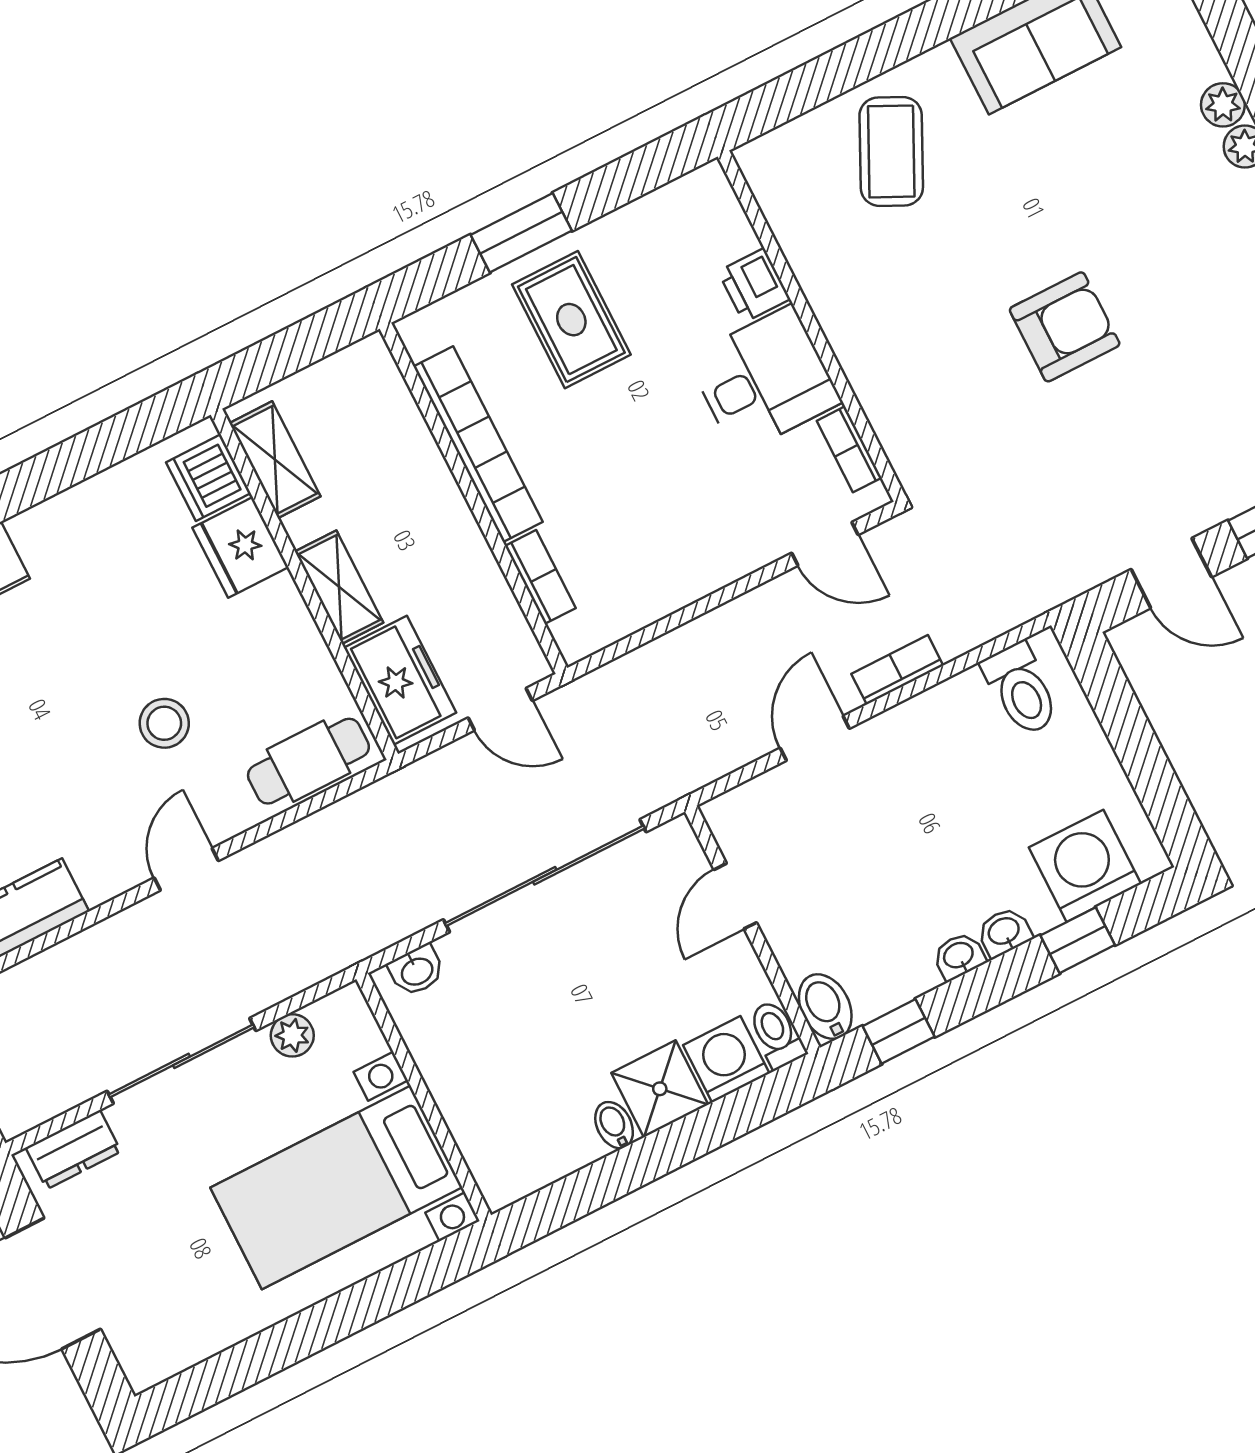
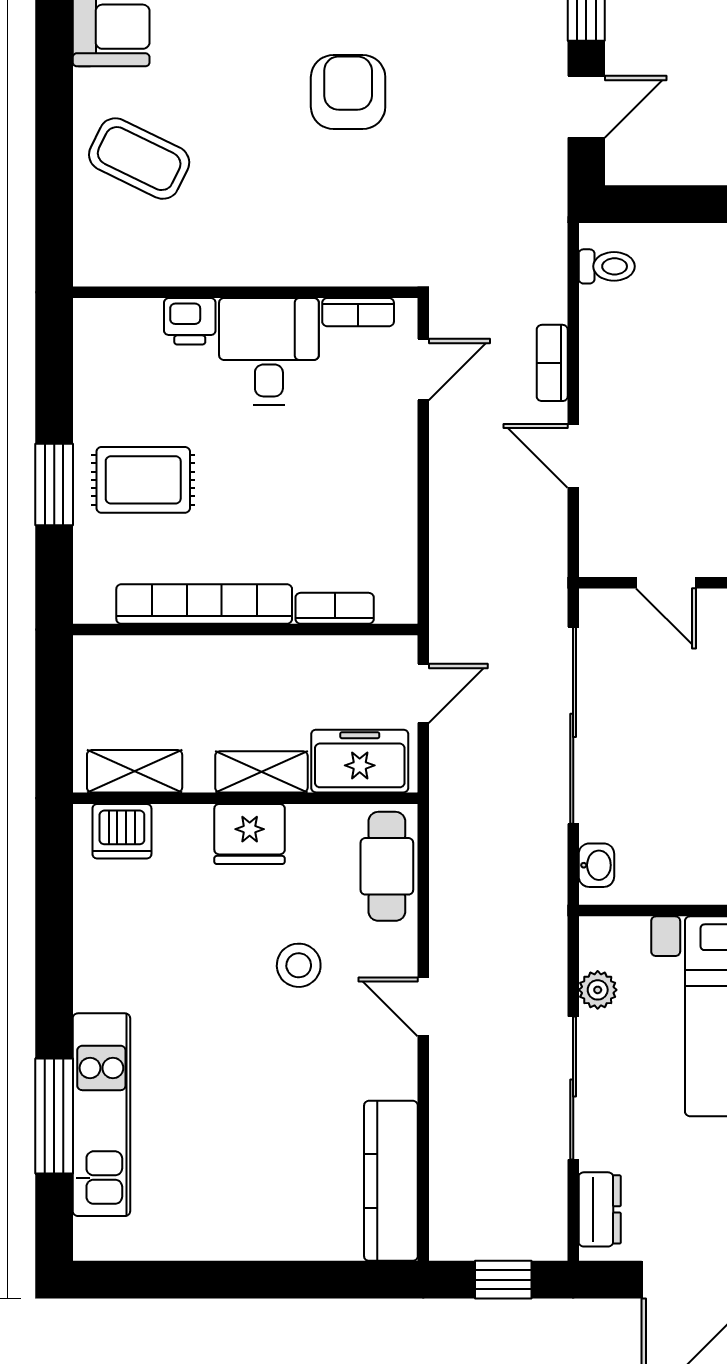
fridge: (240, 547) -> (250, 834), moved
toilet: (1021, 689) -> (607, 266), width x0.73, depth x0.72

